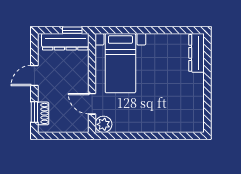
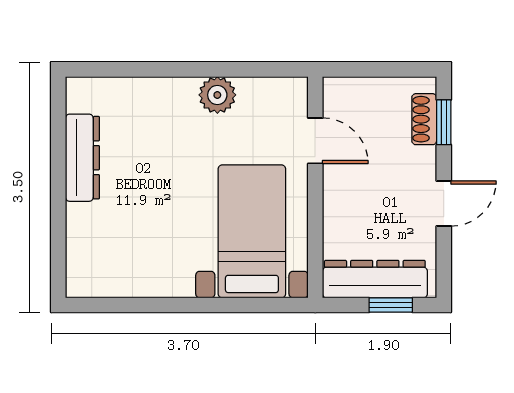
window: (72, 30) -> (391, 305), moved
dresser: (196, 53) -> (82, 158), moved
plant: (103, 124) -> (217, 95), moved

